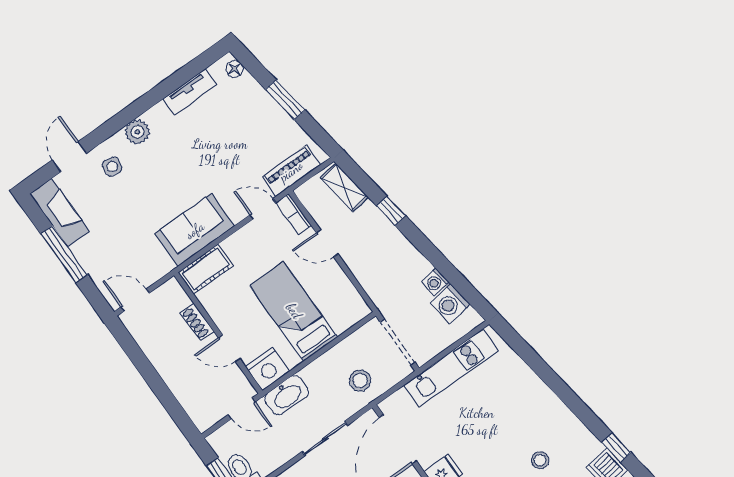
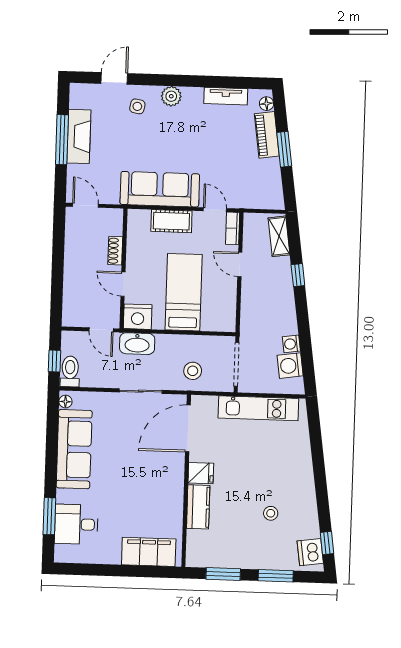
piano: (291, 171) -> (267, 135), moved, turned -98
fireplace: (60, 213) -> (79, 136), moved
sofa: (195, 230) -> (160, 189), width x1.36
cot: (206, 269) -> (171, 221), moved

